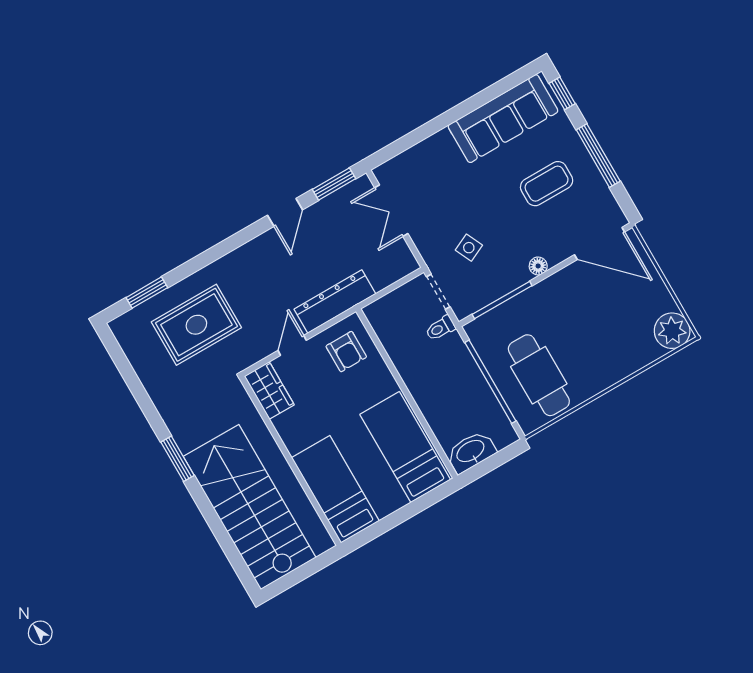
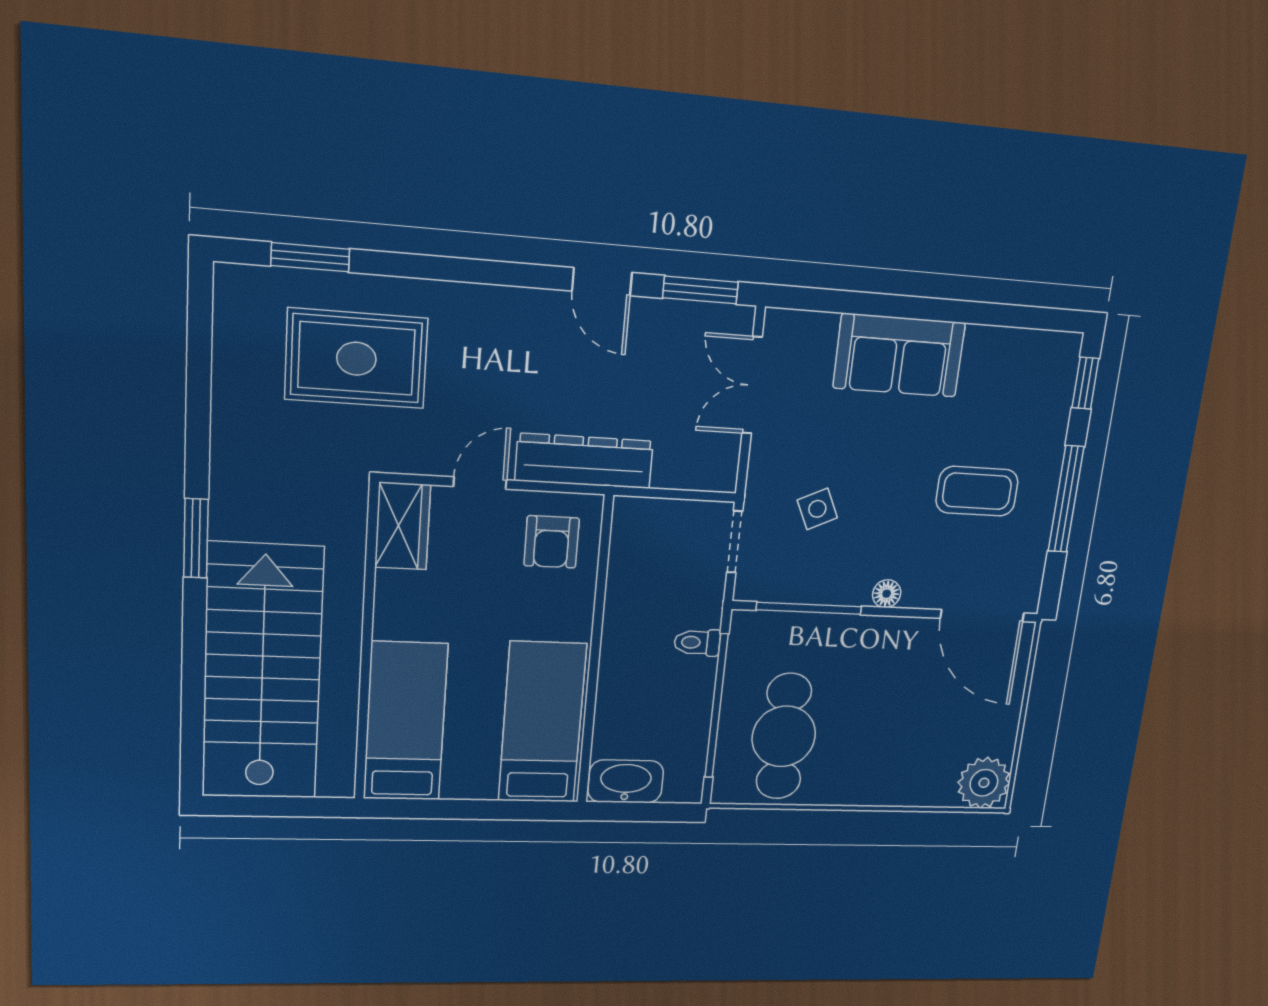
sofa: (503, 119) -> (899, 355), moved, width x0.73
door: (285, 212) -> (602, 282), hinge flipped
toilet: (440, 328) -> (697, 642), moved

